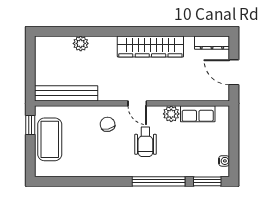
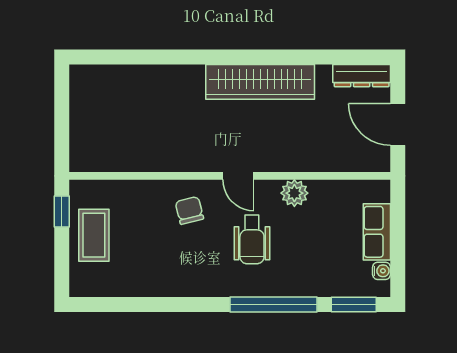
plant: (81, 43) -> (145, 77), removed
bench: (66, 93) -> (121, 159), removed
row of seats: (198, 114) -> (377, 232), moved, turned 90
coffee table: (50, 139) -> (94, 235), width x0.73, depth x0.76

